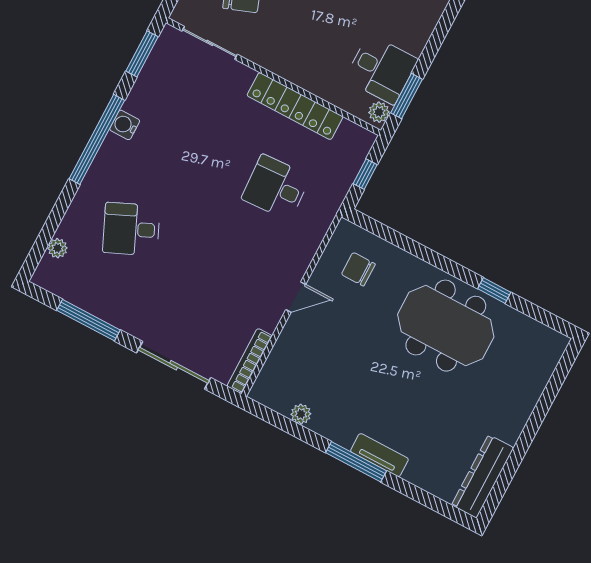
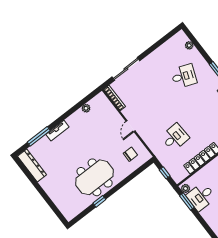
desk: (131, 229) -> (184, 76), turned 45
window: (88, 320) -> (157, 45), removed
window: (356, 462) -> (39, 136), moved

